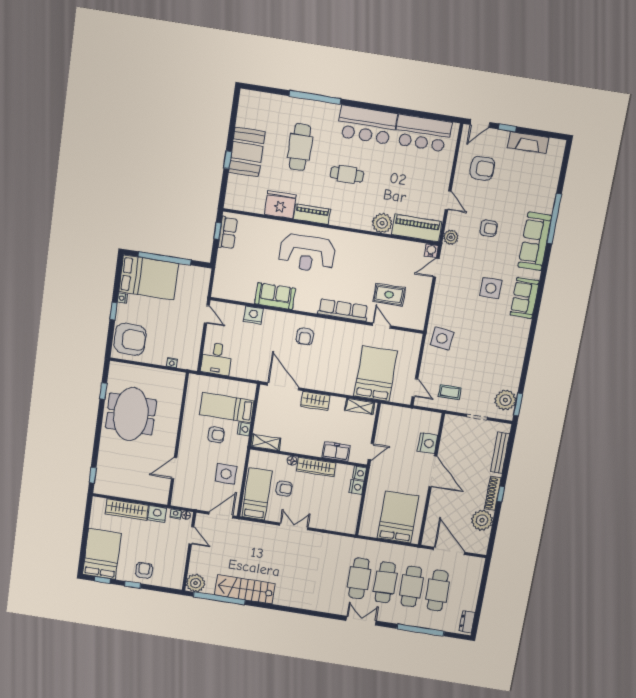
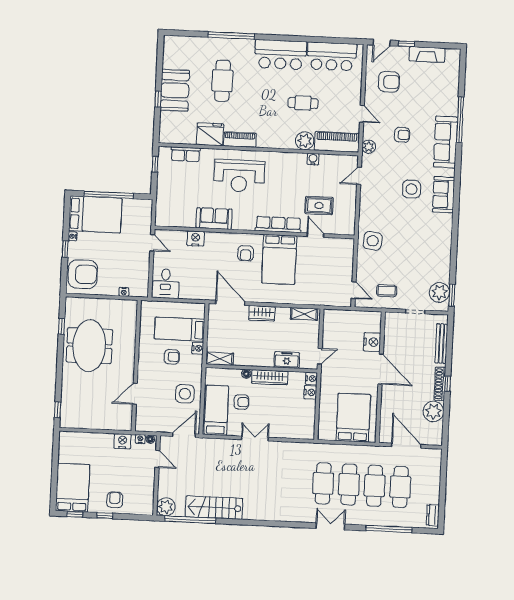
cafe table: (347, 174) -> (303, 103), moved
row of seats: (228, 233) -> (185, 154), moved, turned 90
water cooler: (431, 251) -> (313, 159), moved
bed: (376, 374) -> (279, 259), moved, turned 180
wardrobe: (127, 509) -> (93, 440), removed

